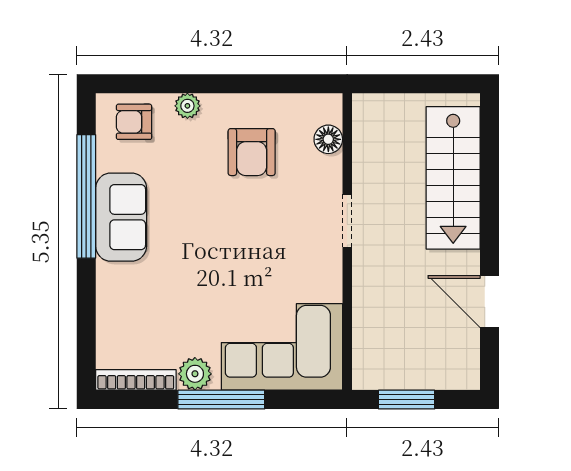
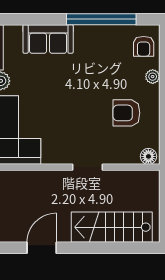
armchair: (134, 122) -> (144, 46), turned 180
floor lamp: (328, 139) -> (148, 156), moved
sofa: (121, 217) -> (48, 39), moved

